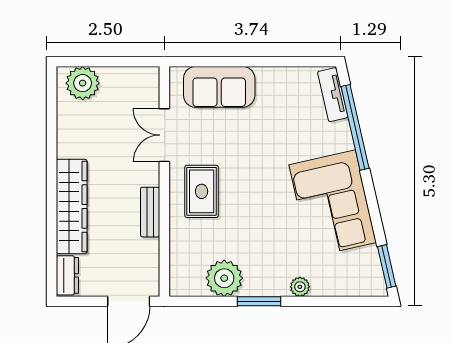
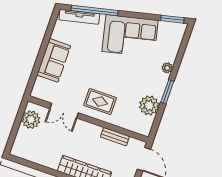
plant: (83, 83) -> (31, 120), moved
sofa: (219, 87) -> (54, 60), moved
tv unit: (333, 95) -> (79, 17), width x1.41
bench: (150, 212) -> (115, 137), moved

